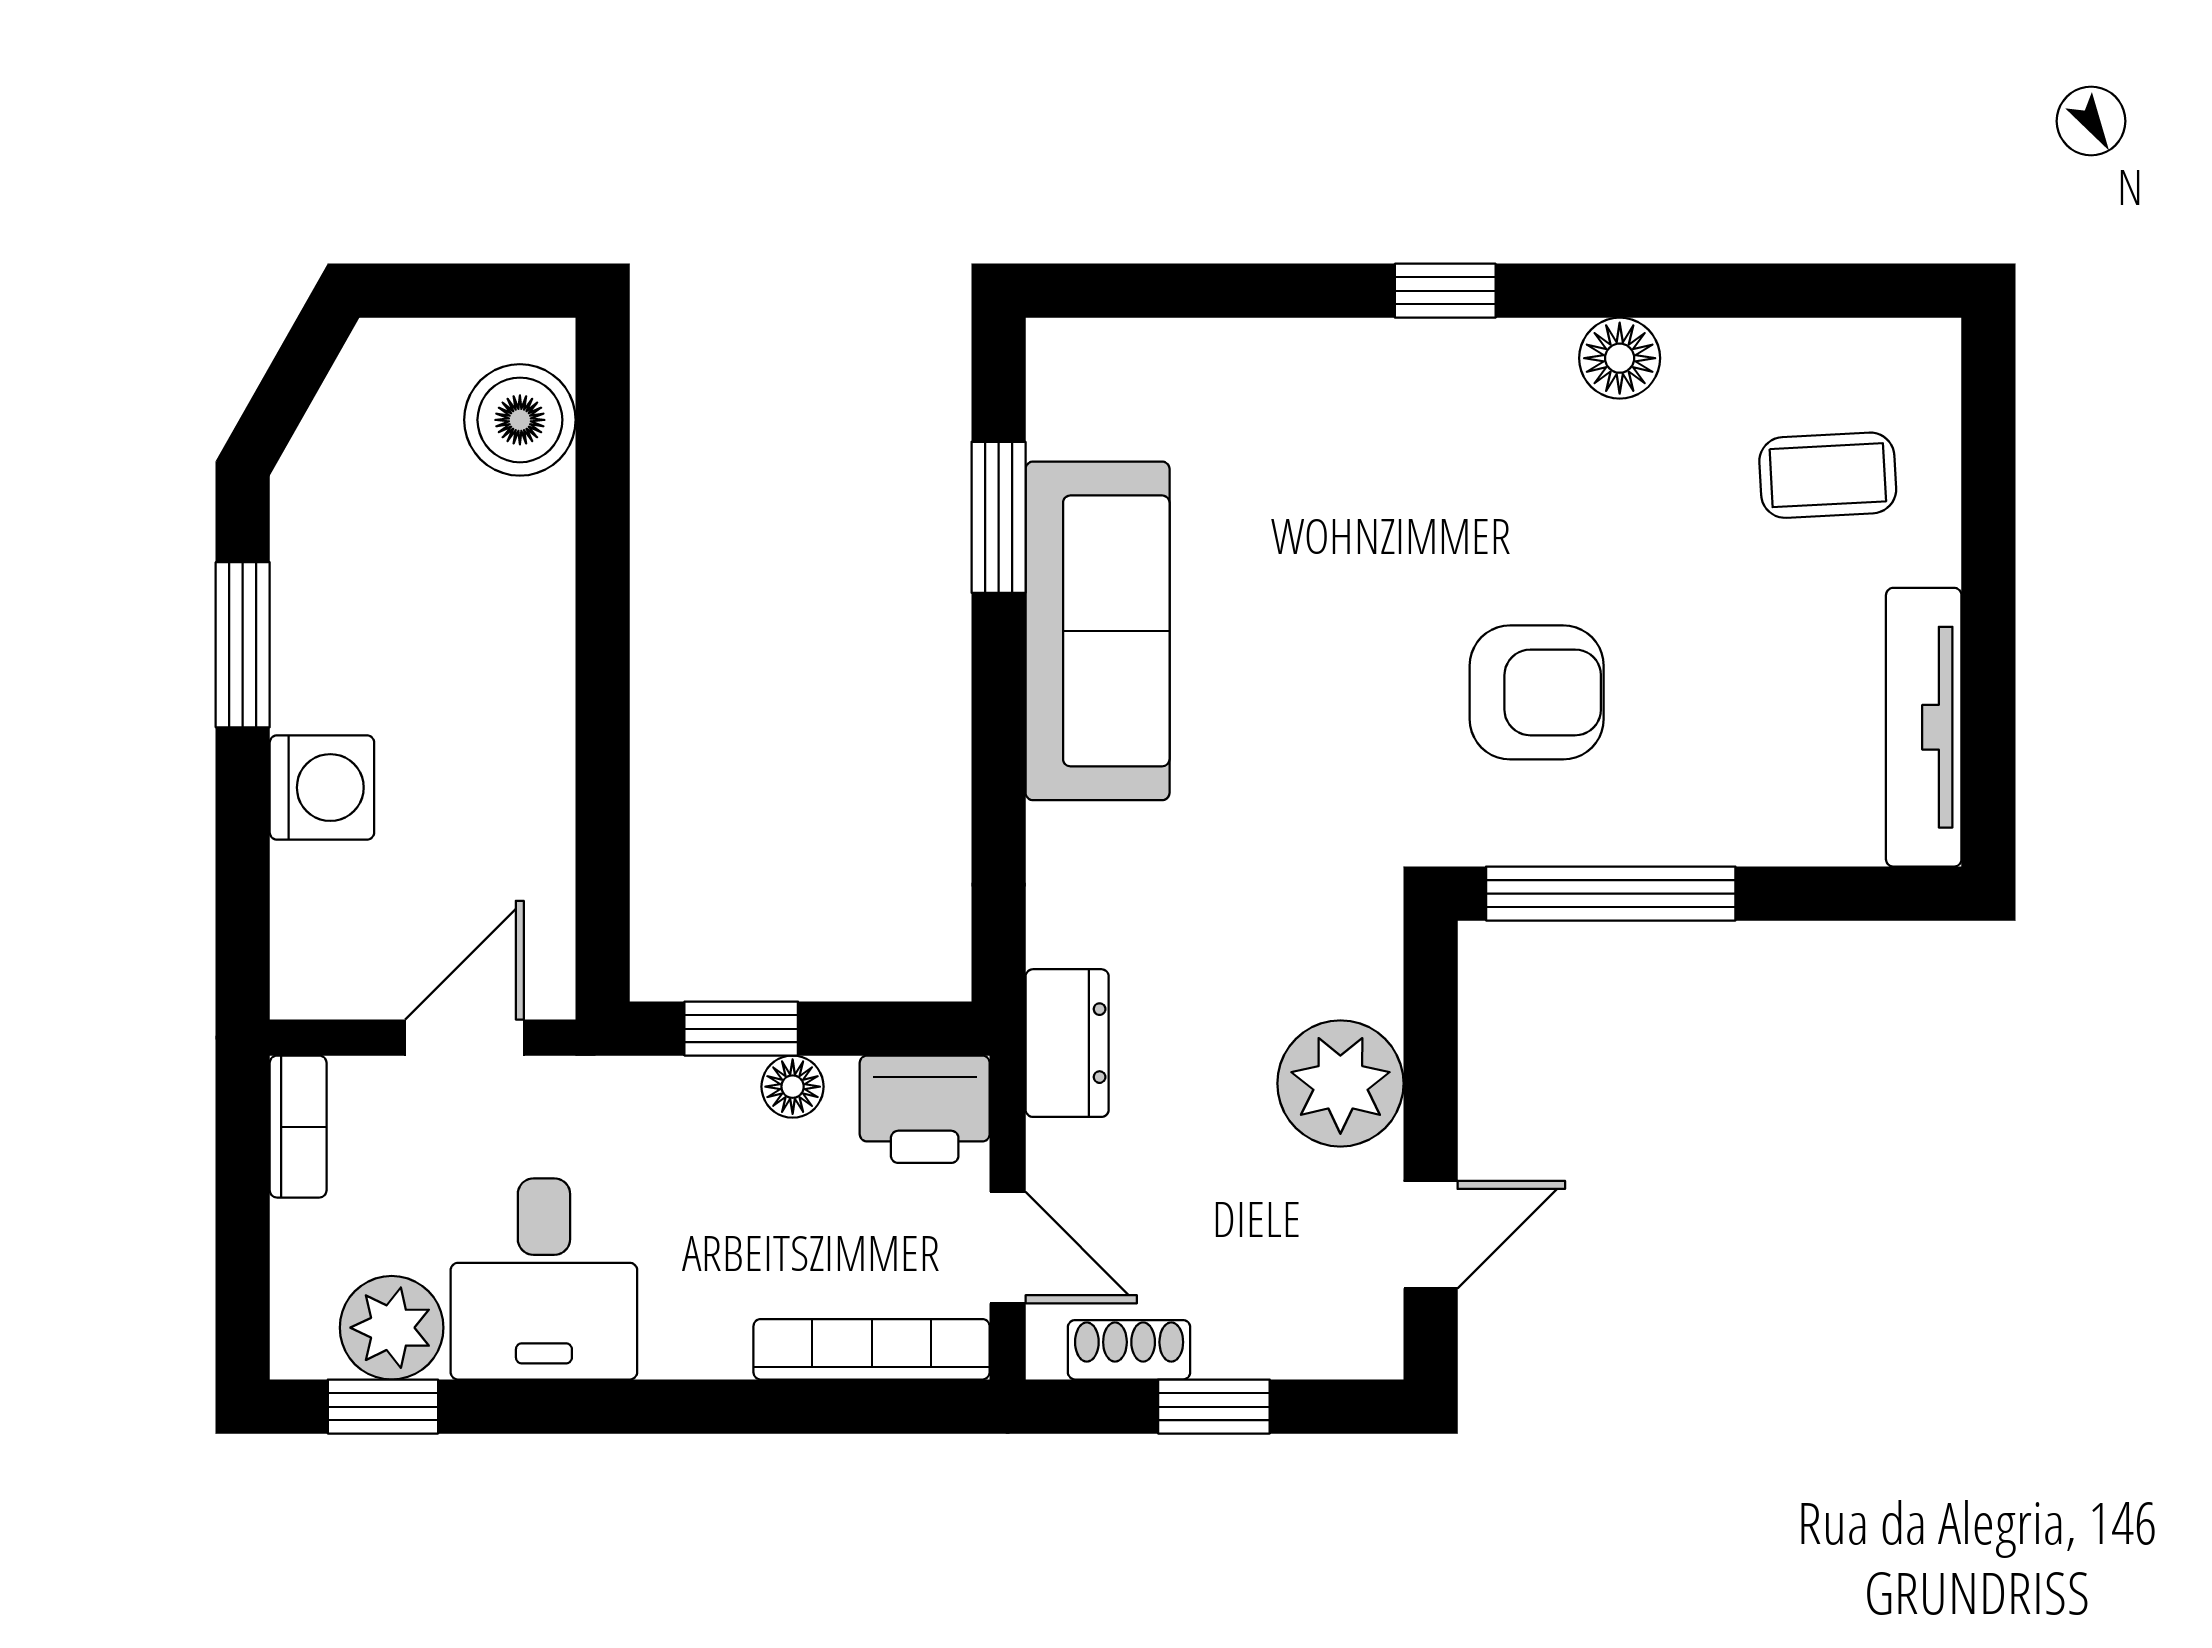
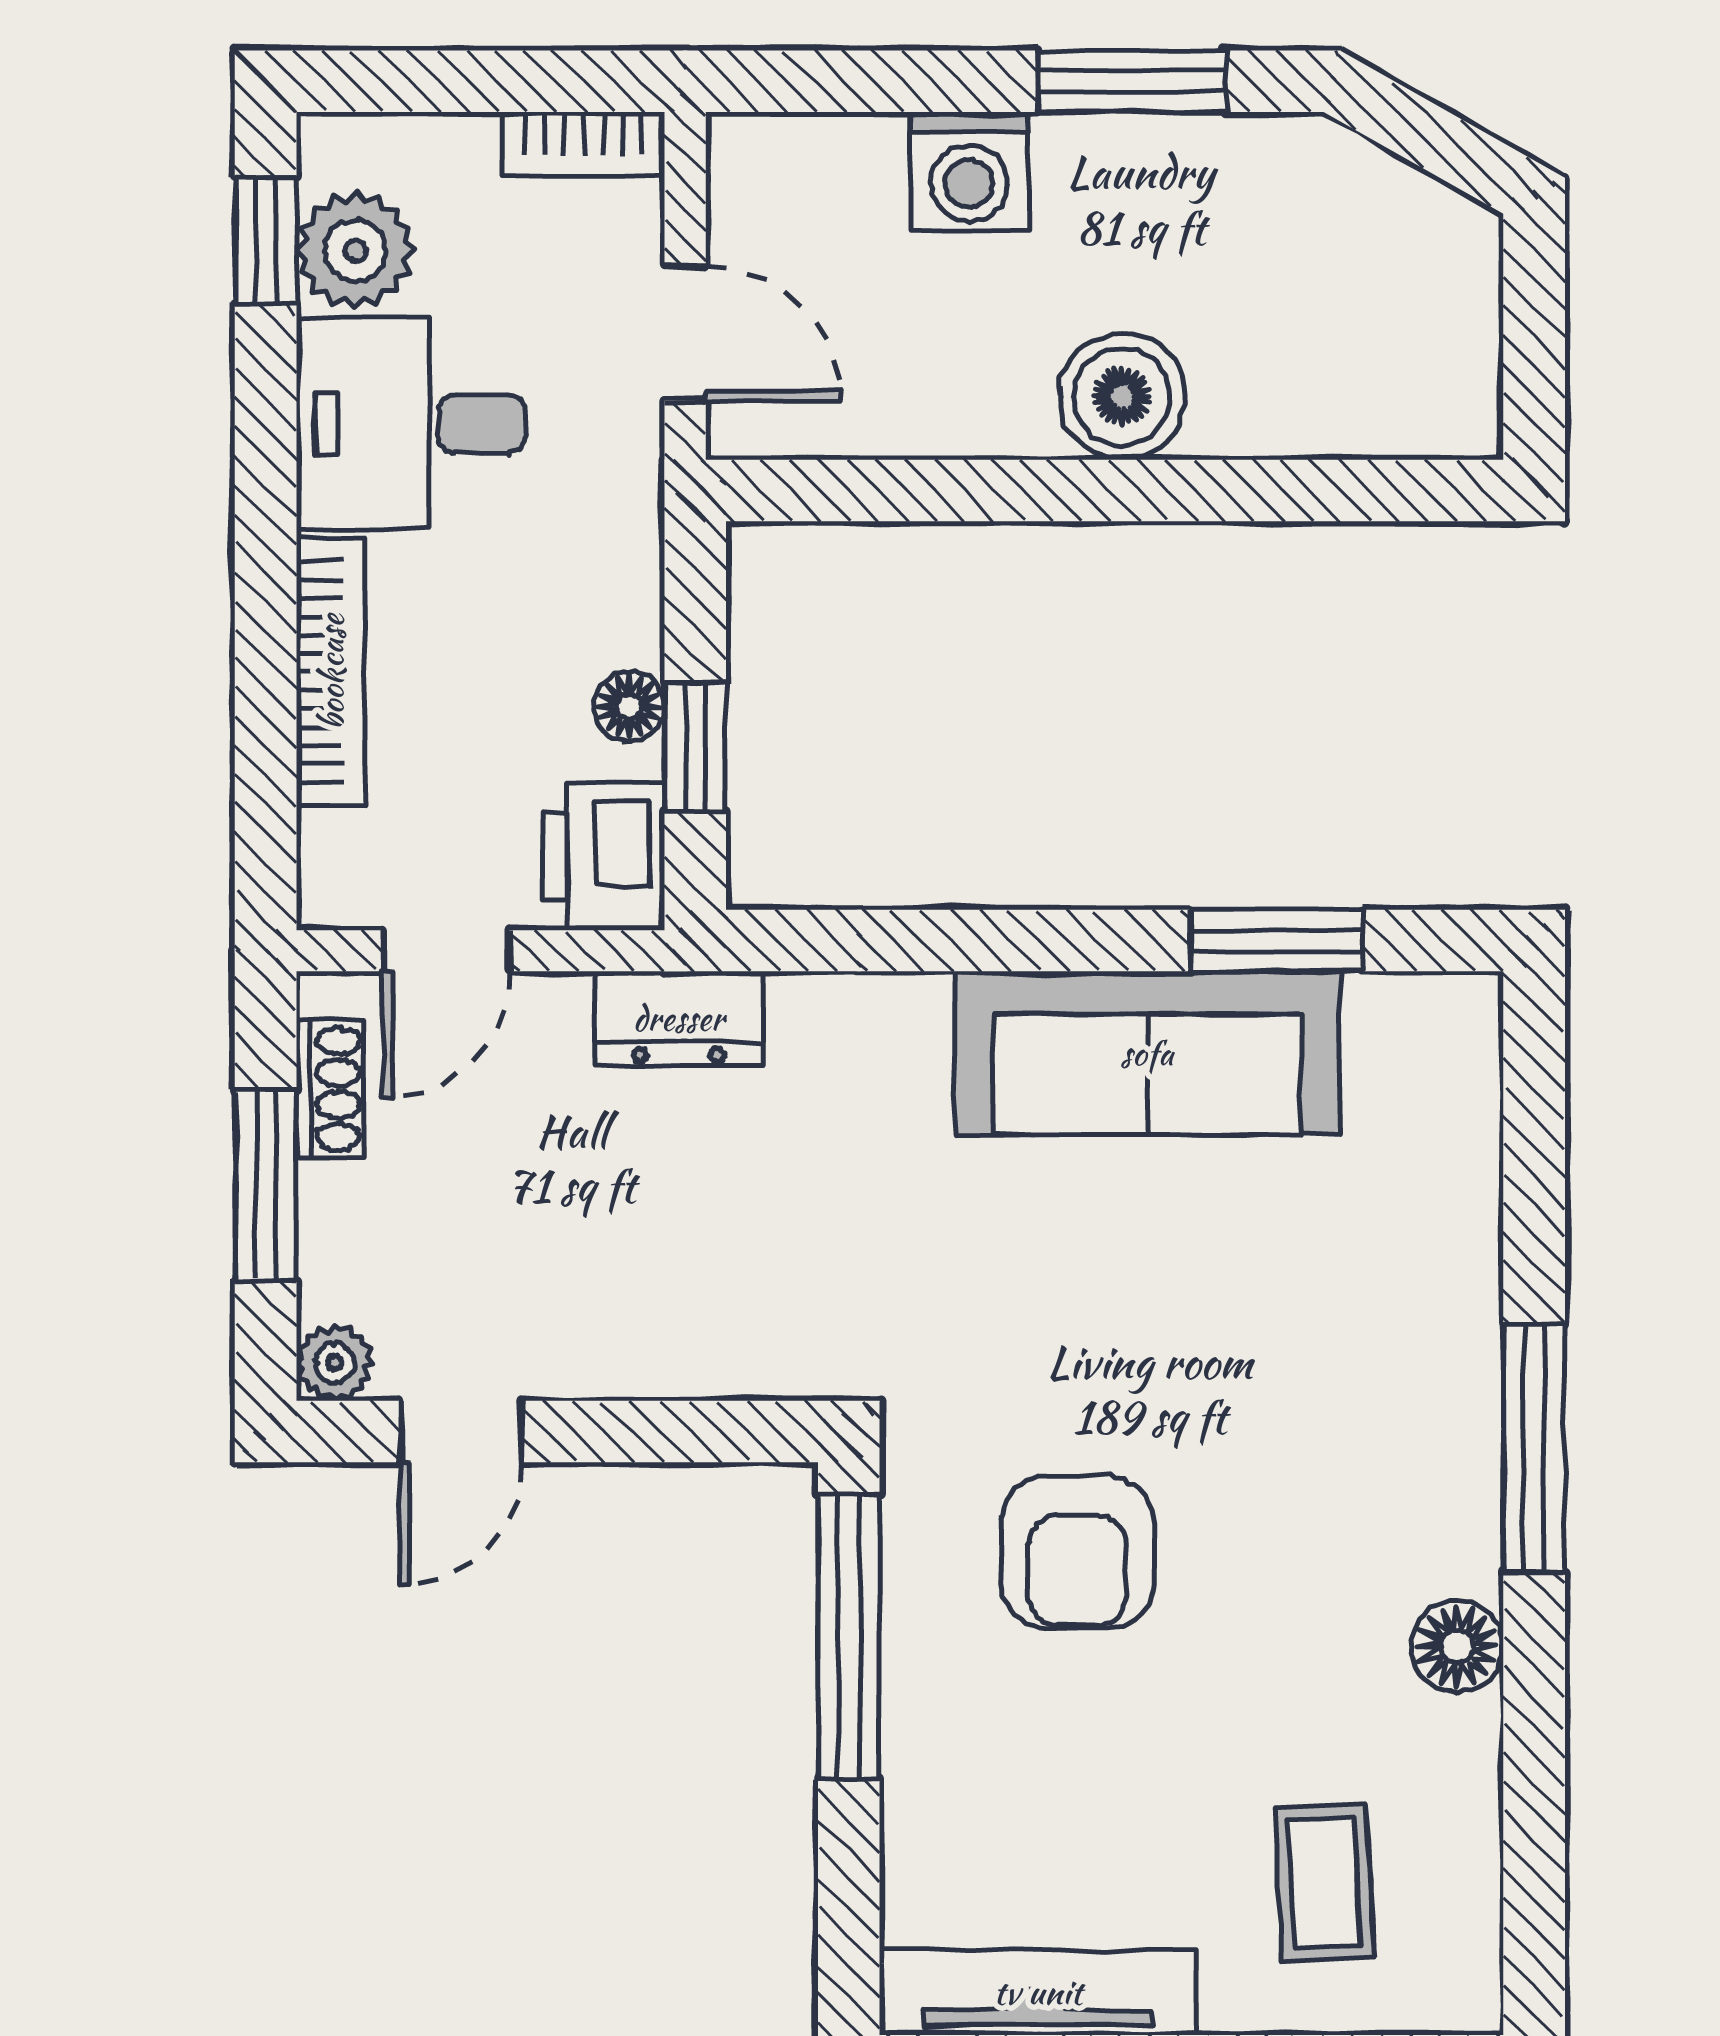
window: (1445, 291) -> (1534, 1448), width x2.17
boiler: (520, 420) -> (1122, 396), moved
window: (741, 1029) -> (695, 747), moved
plant: (1340, 1083) -> (335, 1363), moved, width x0.53, depth x0.53
door: (1431, 1235) -> (461, 1432), hinge flipped
bookcase: (872, 1349) -> (331, 672), moved
window: (1214, 1407) -> (266, 1185), width x1.50

